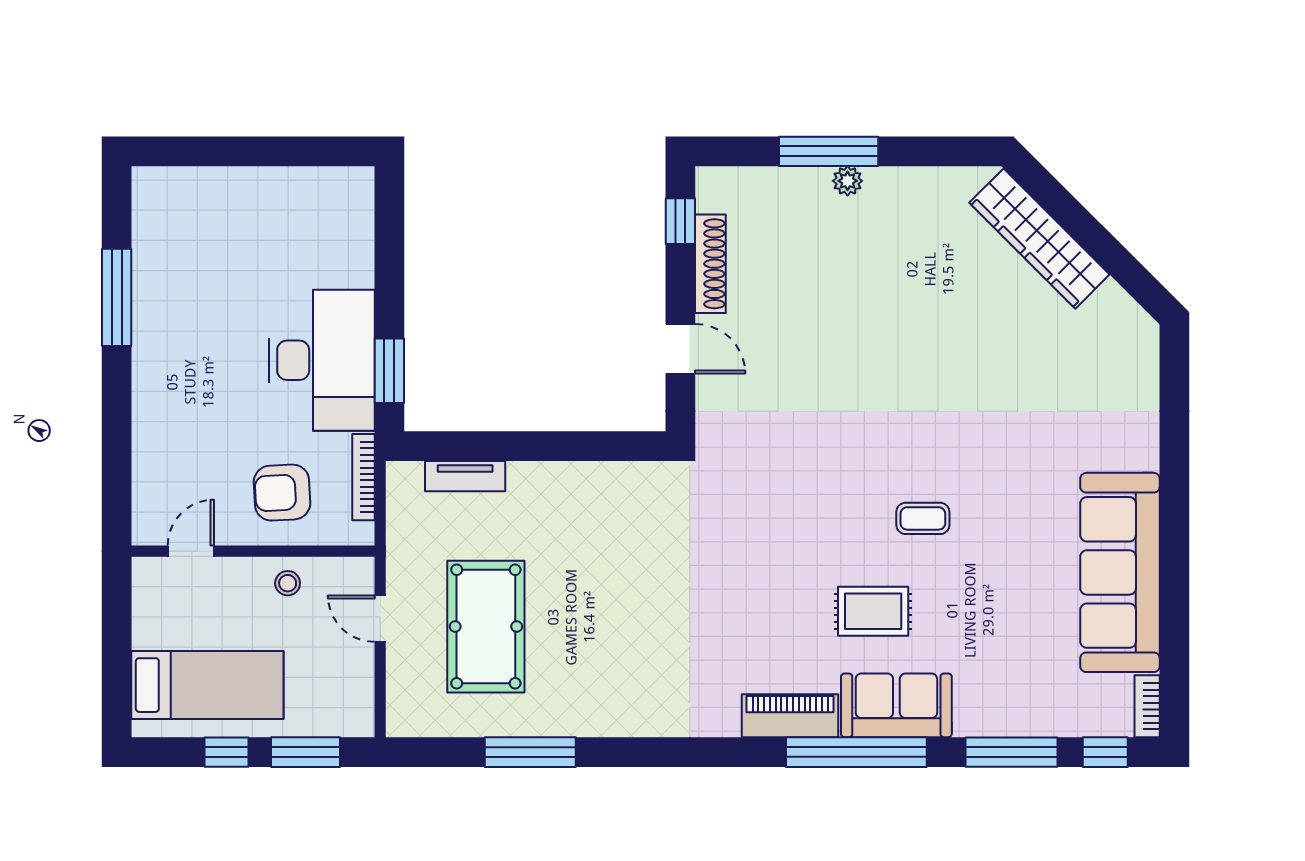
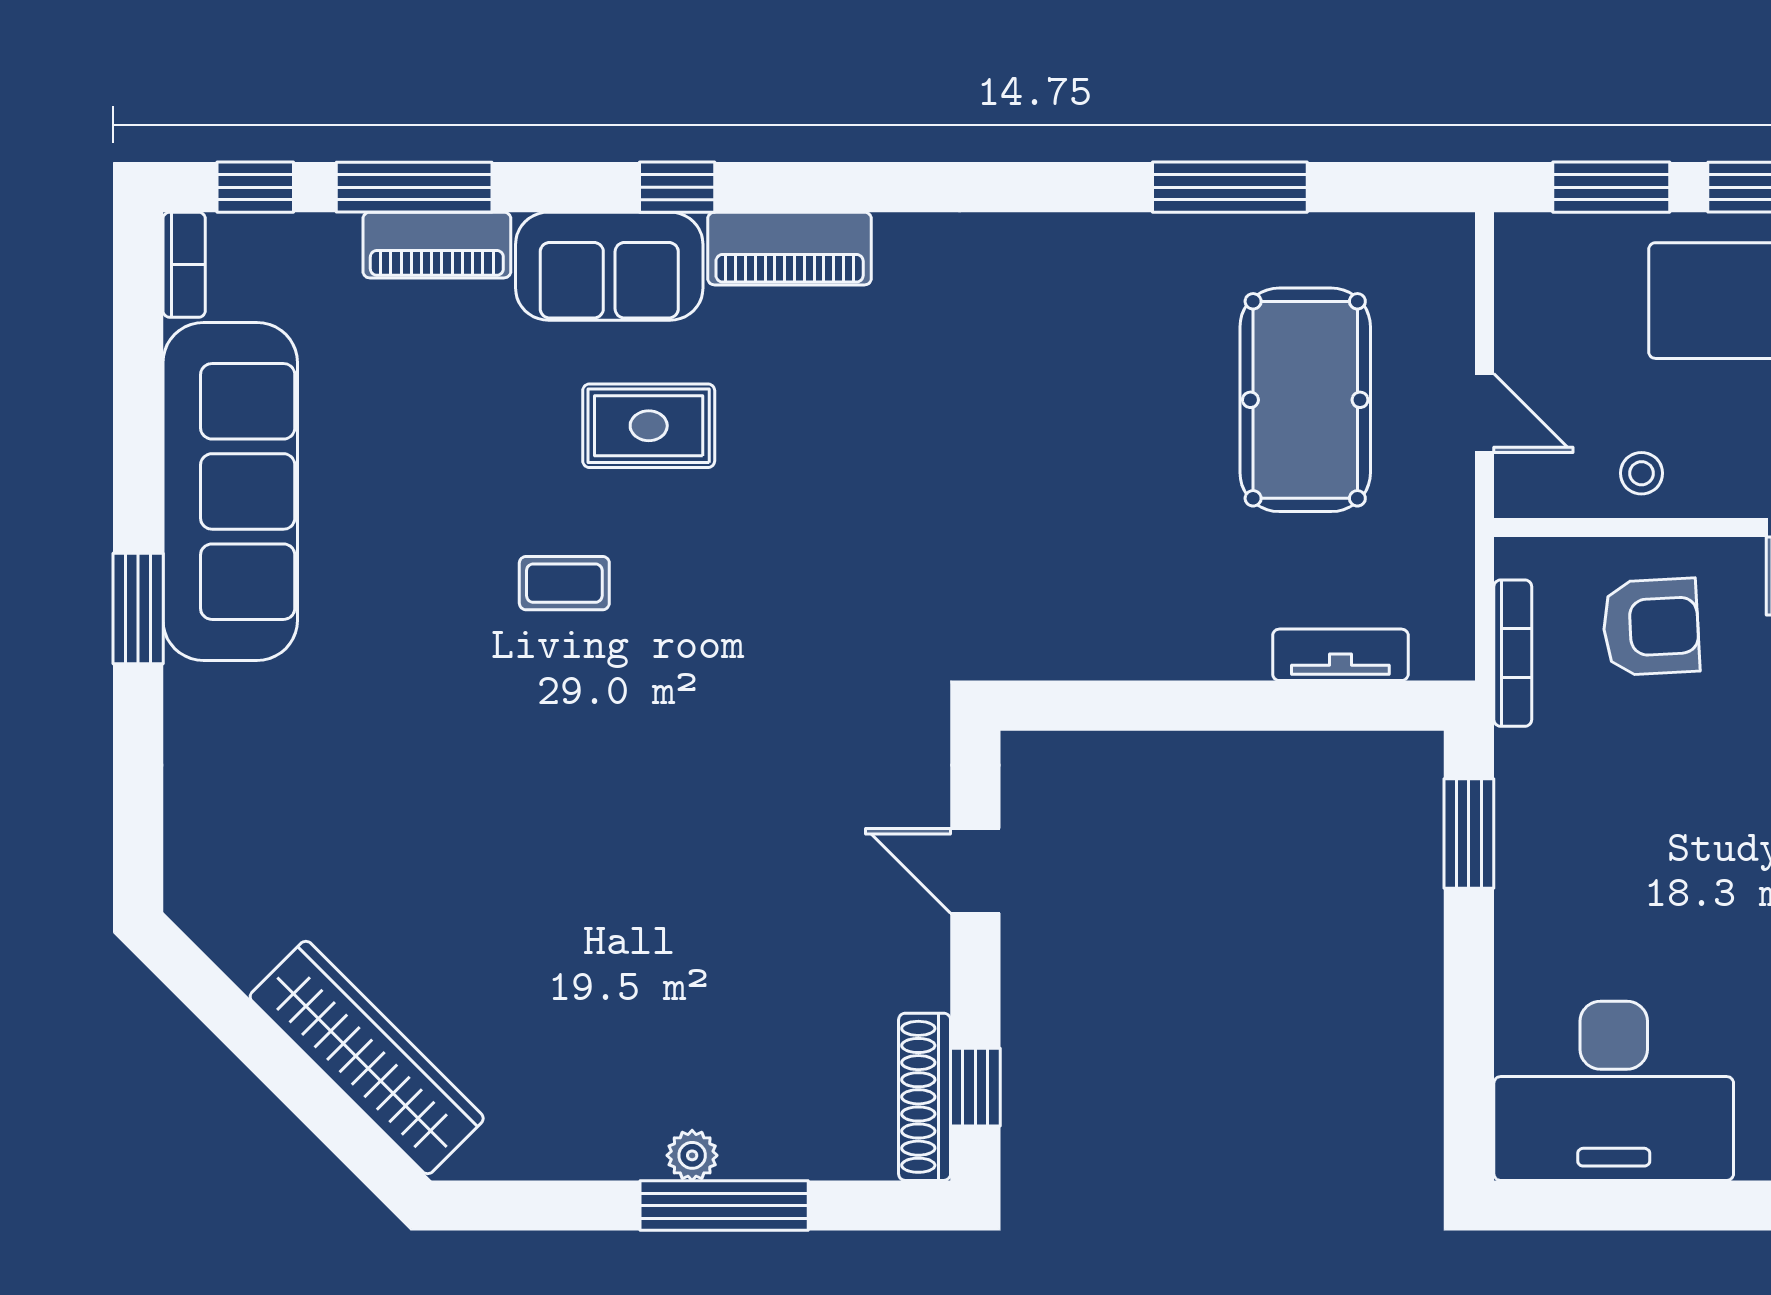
shoe rack: (710, 264) -> (925, 1097), moved
desk: (322, 360) -> (1614, 1091), moved, turned -90
window: (1174, 503) -> (138, 608), added
piano: (998, 718) -> (437, 245), added
window: (856, 752) -> (677, 187), width x0.32

